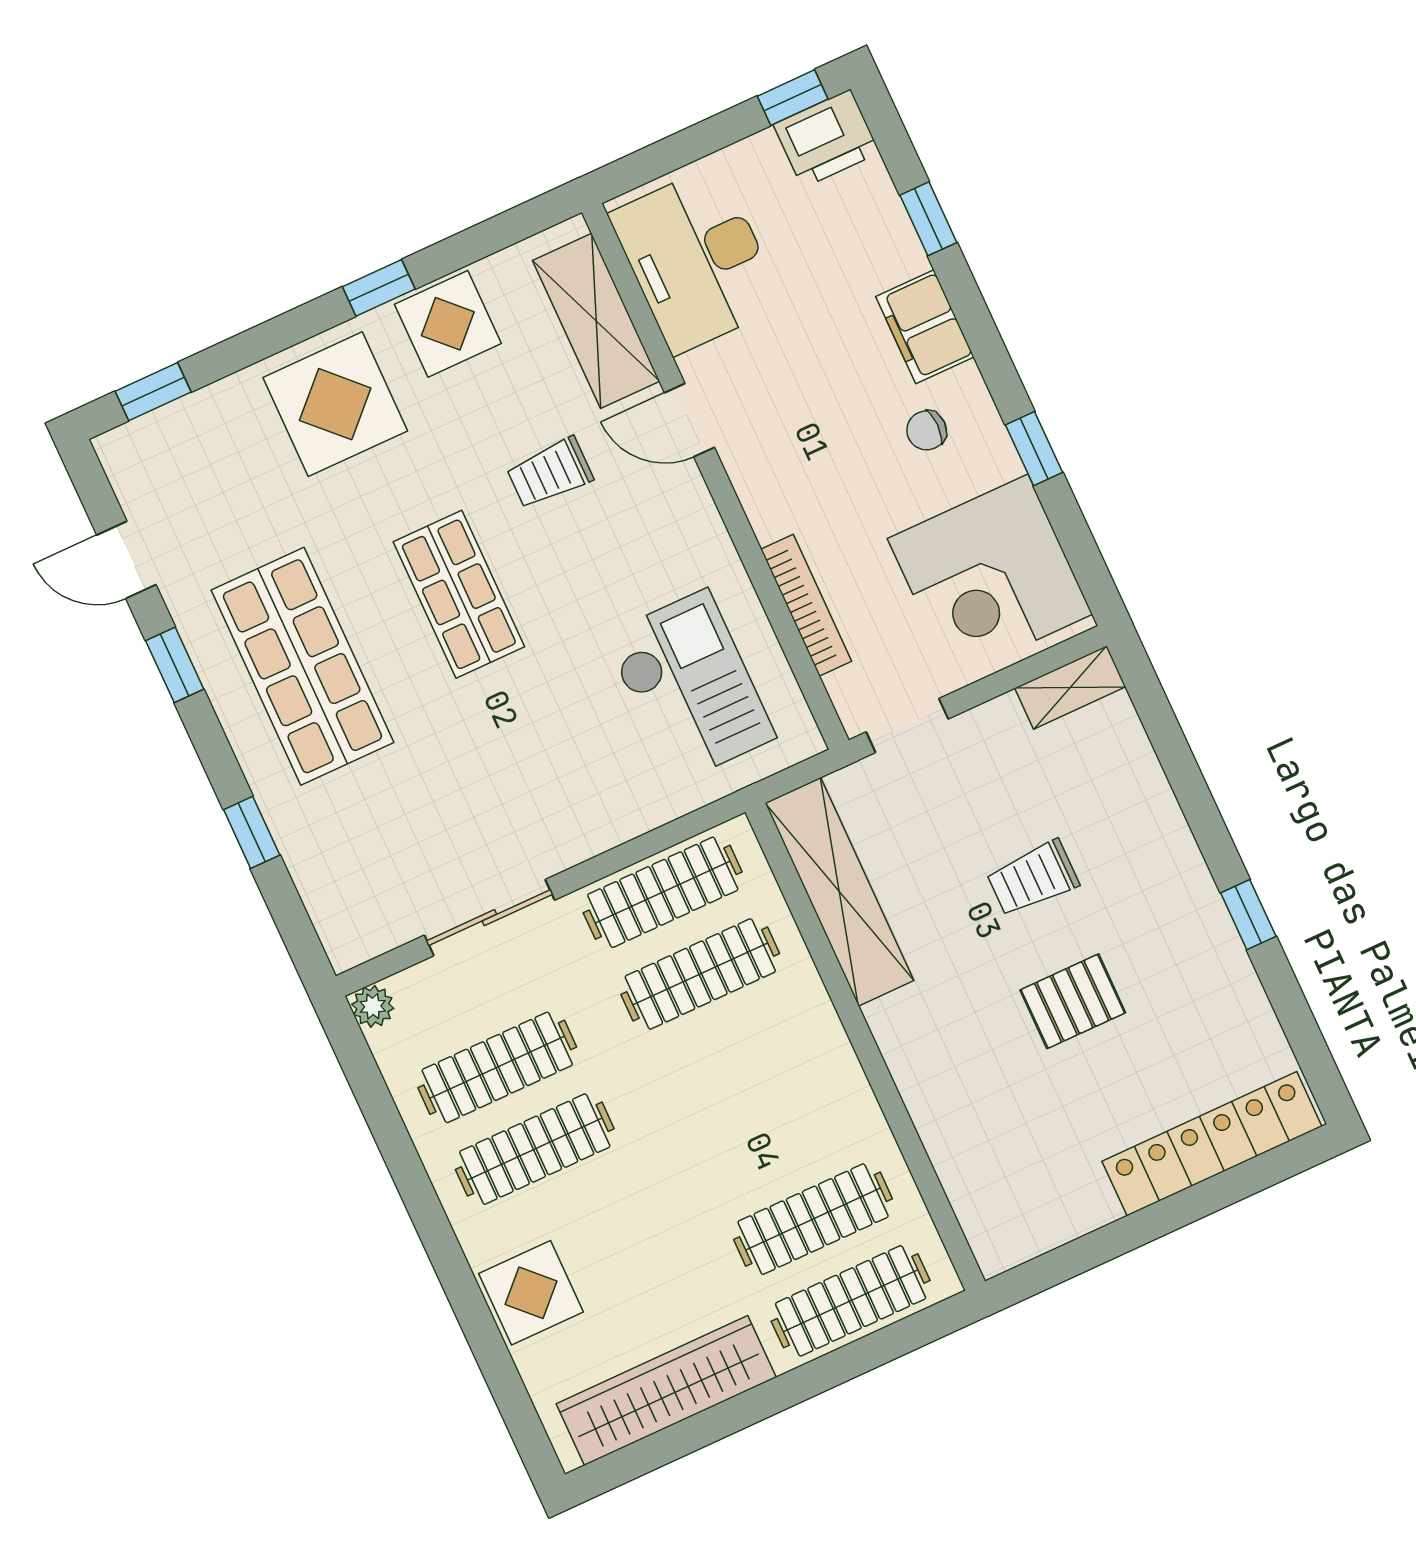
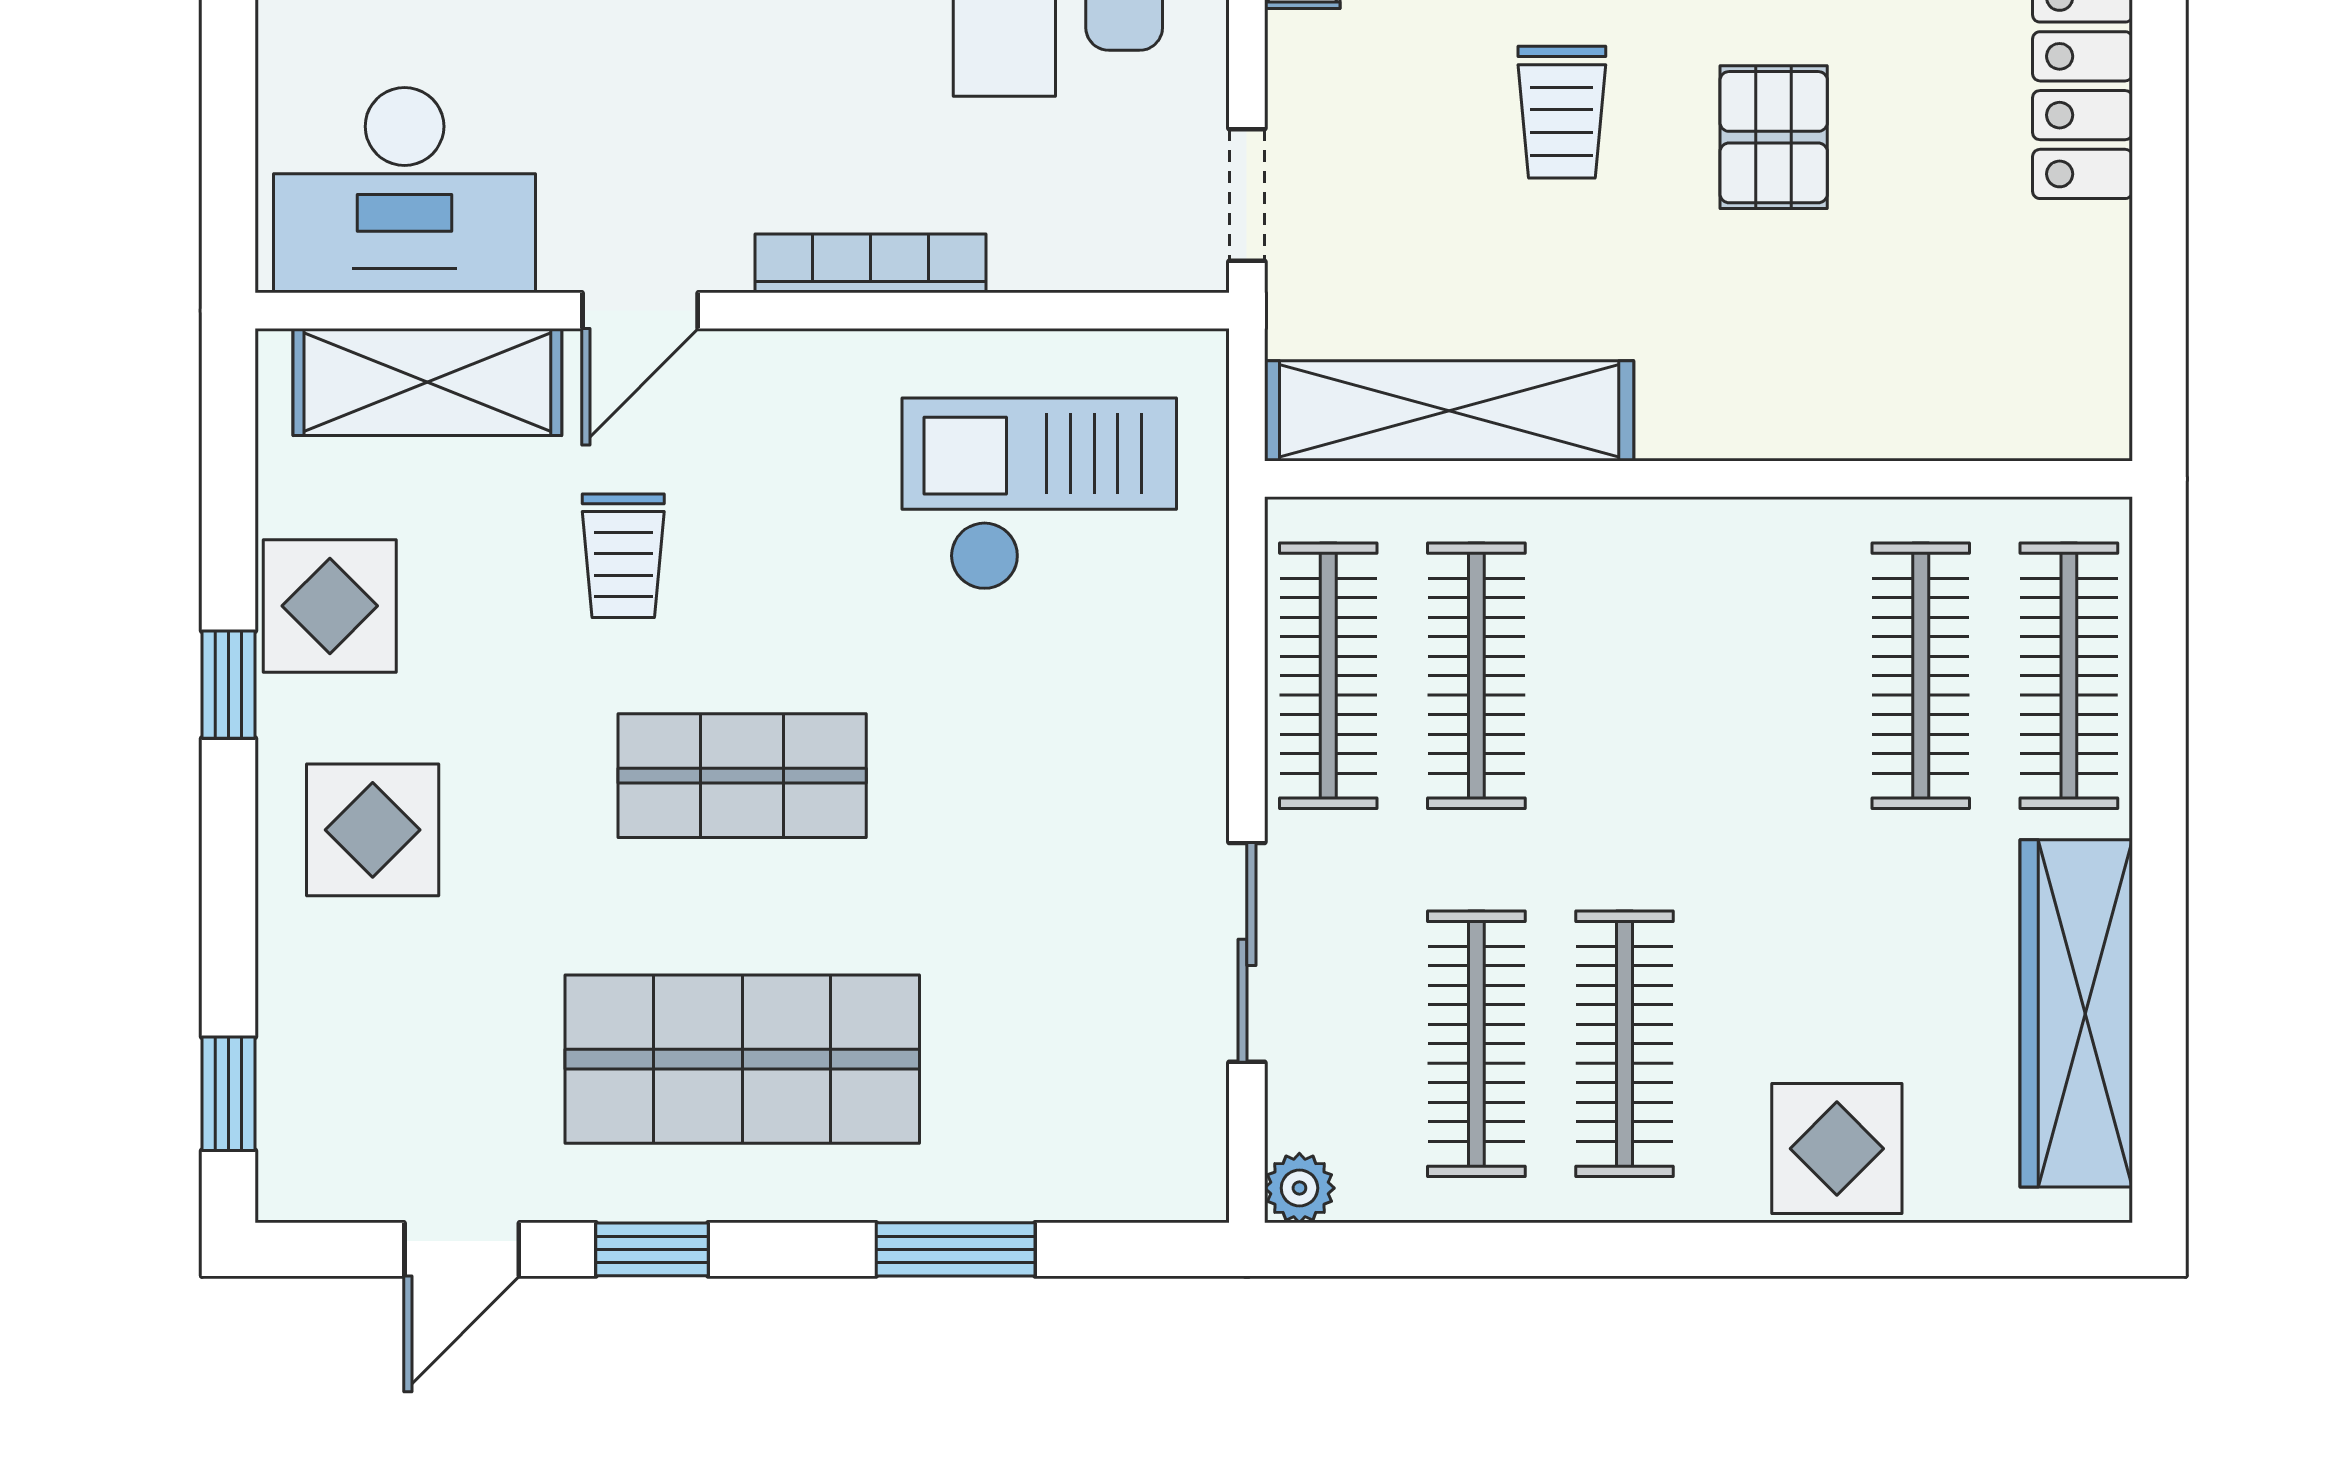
display table: (335, 404) -> (373, 830), width x0.73, depth x0.73
bookcase: (806, 605) -> (870, 263), moved
window: (252, 832) -> (956, 1249), width x1.50

